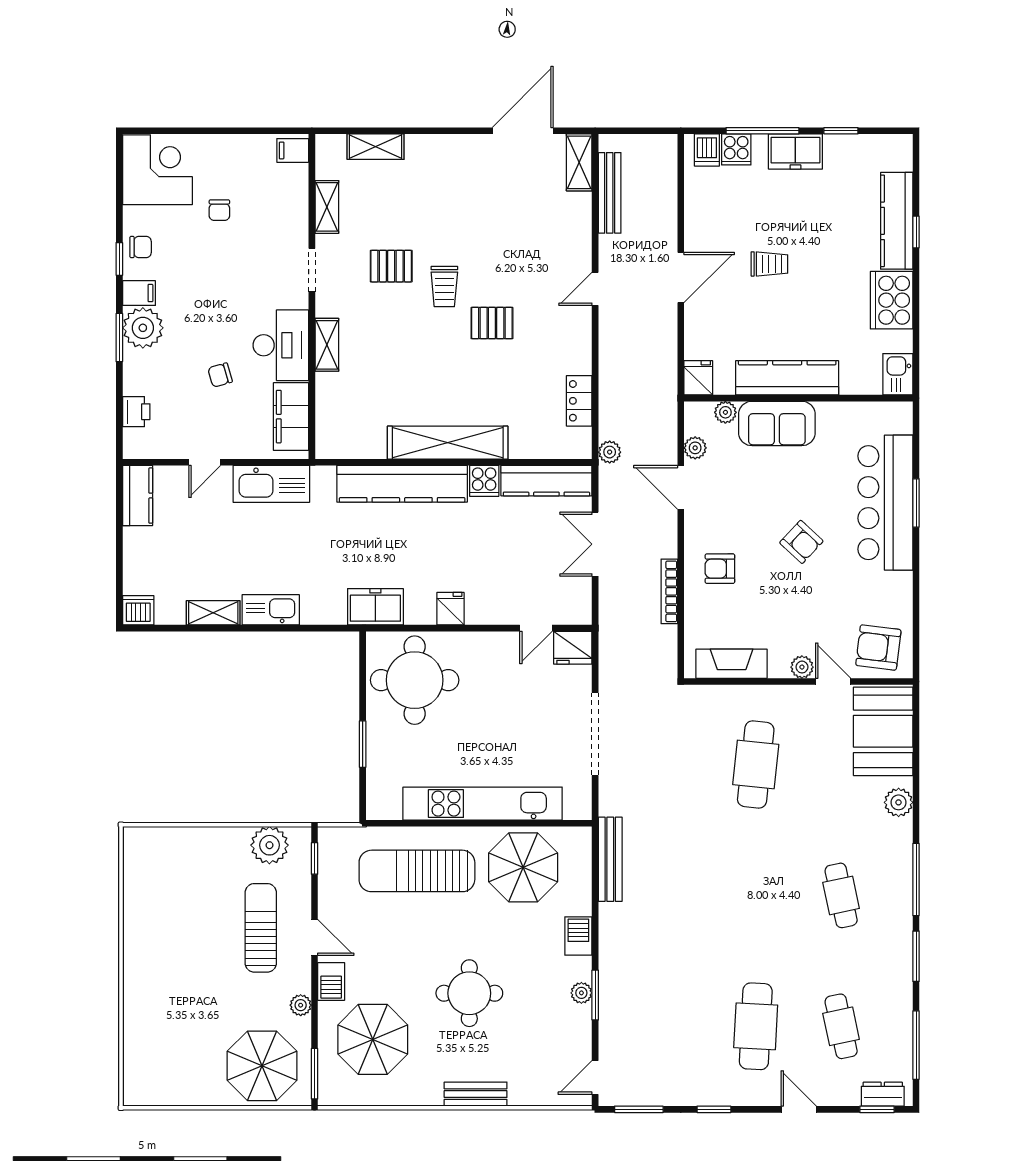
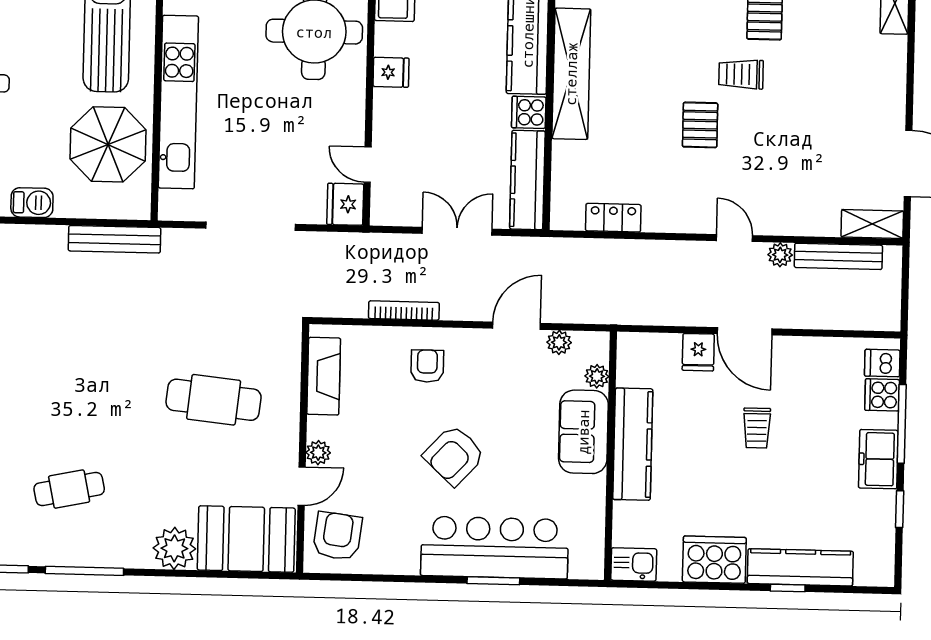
fridge: (698, 378) -> (698, 352), moved, turned 90
plant: (610, 452) -> (780, 255), moved
armchair: (801, 542) -> (454, 455), width x1.38, depth x1.38
plant: (899, 802) -> (174, 548), width x1.36, depth x1.36

